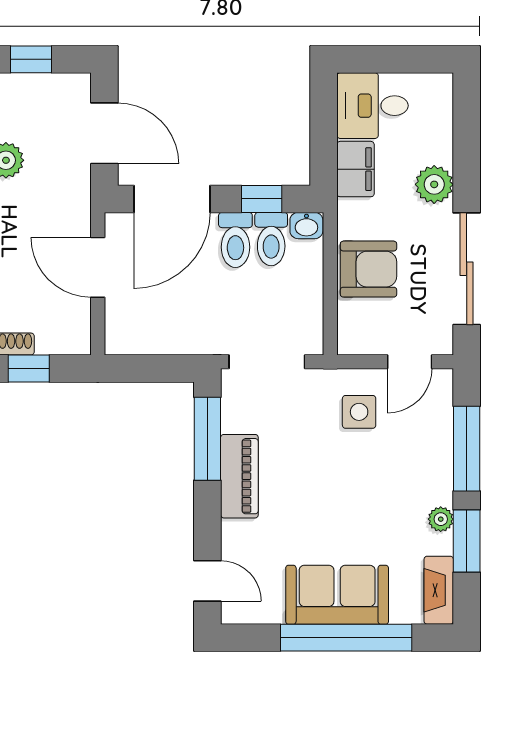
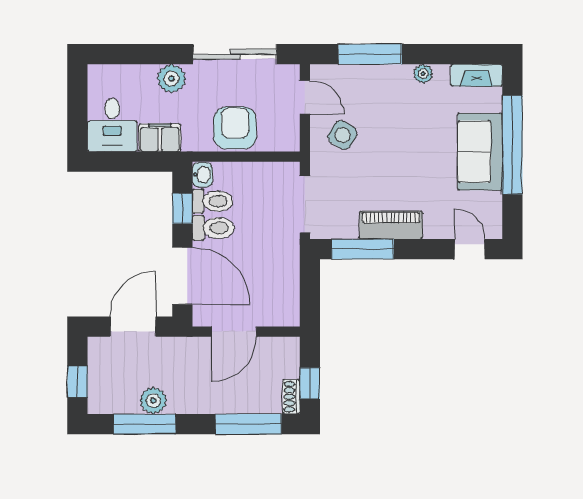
side table: (359, 412) -> (342, 135), turned 31
window: (467, 541) -> (440, 54), removed
door: (207, 581) -> (470, 249), hinge flipped

